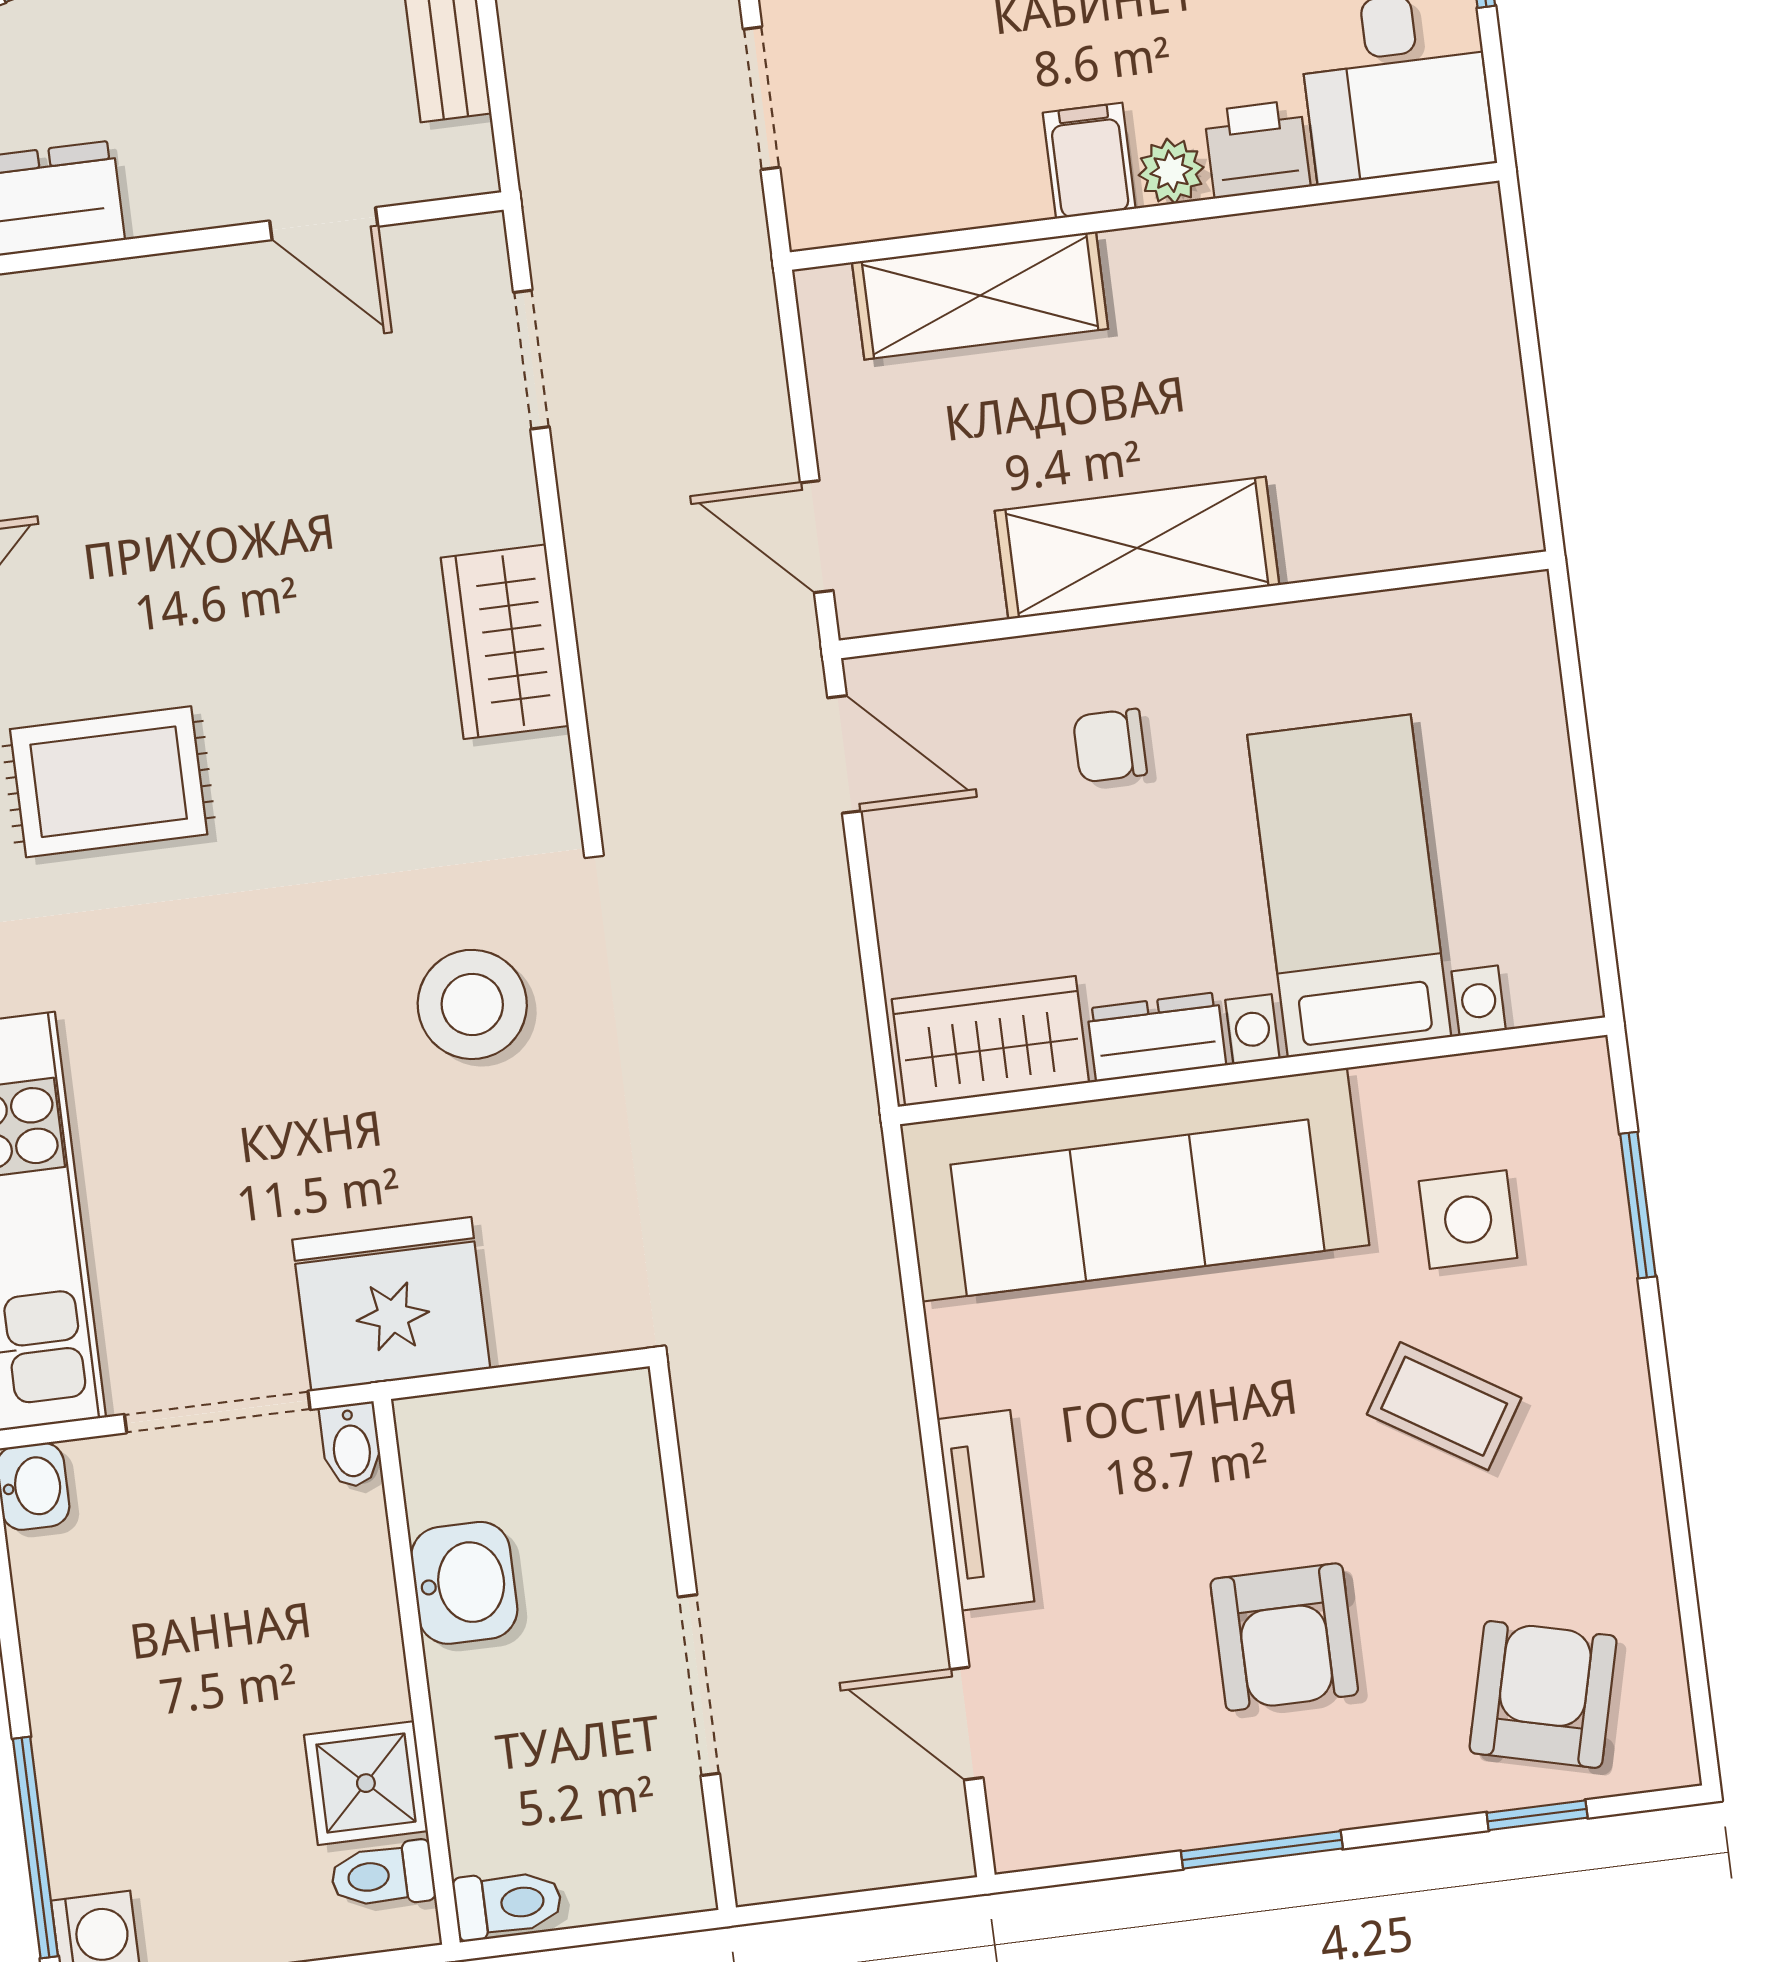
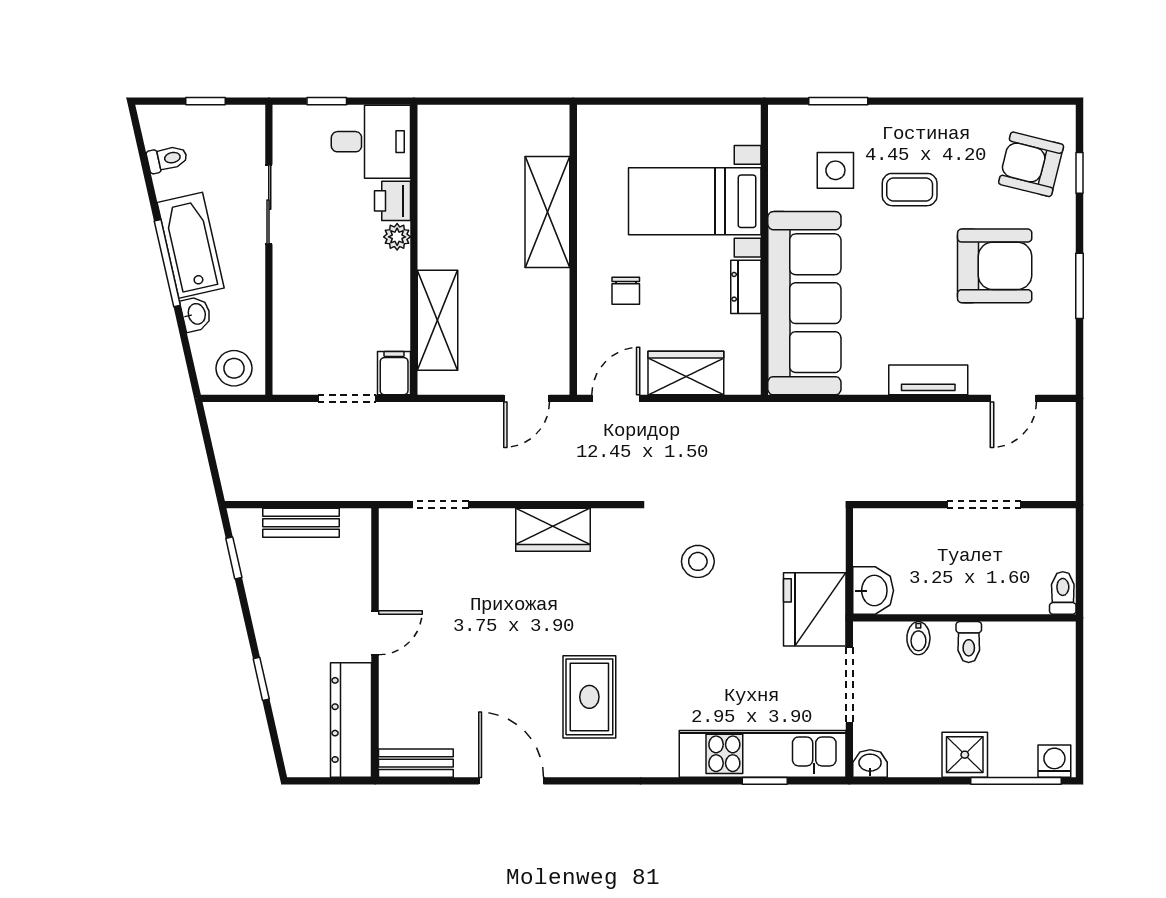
filing cabinet: (1089, 161) -> (394, 373), moved, turned 90
door: (324, 224) -> (375, 633), moved
shelving: (1137, 548) -> (547, 212), moved
stool: (472, 1004) -> (698, 561), width x0.73, depth x0.73
wardrobe: (990, 1041) -> (686, 373), moved, turned 90
coffee table: (1444, 1406) -> (910, 190), turned 58
bidet: (351, 1445) -> (918, 638), moved, turned 90
washbasin: (464, 1583) -> (873, 591), moved, turned 90
armchair: (1284, 1637) -> (995, 266), width x1.36, depth x1.36
shower: (366, 1783) -> (965, 755), moved
toilet: (383, 1875) -> (969, 642), moved

